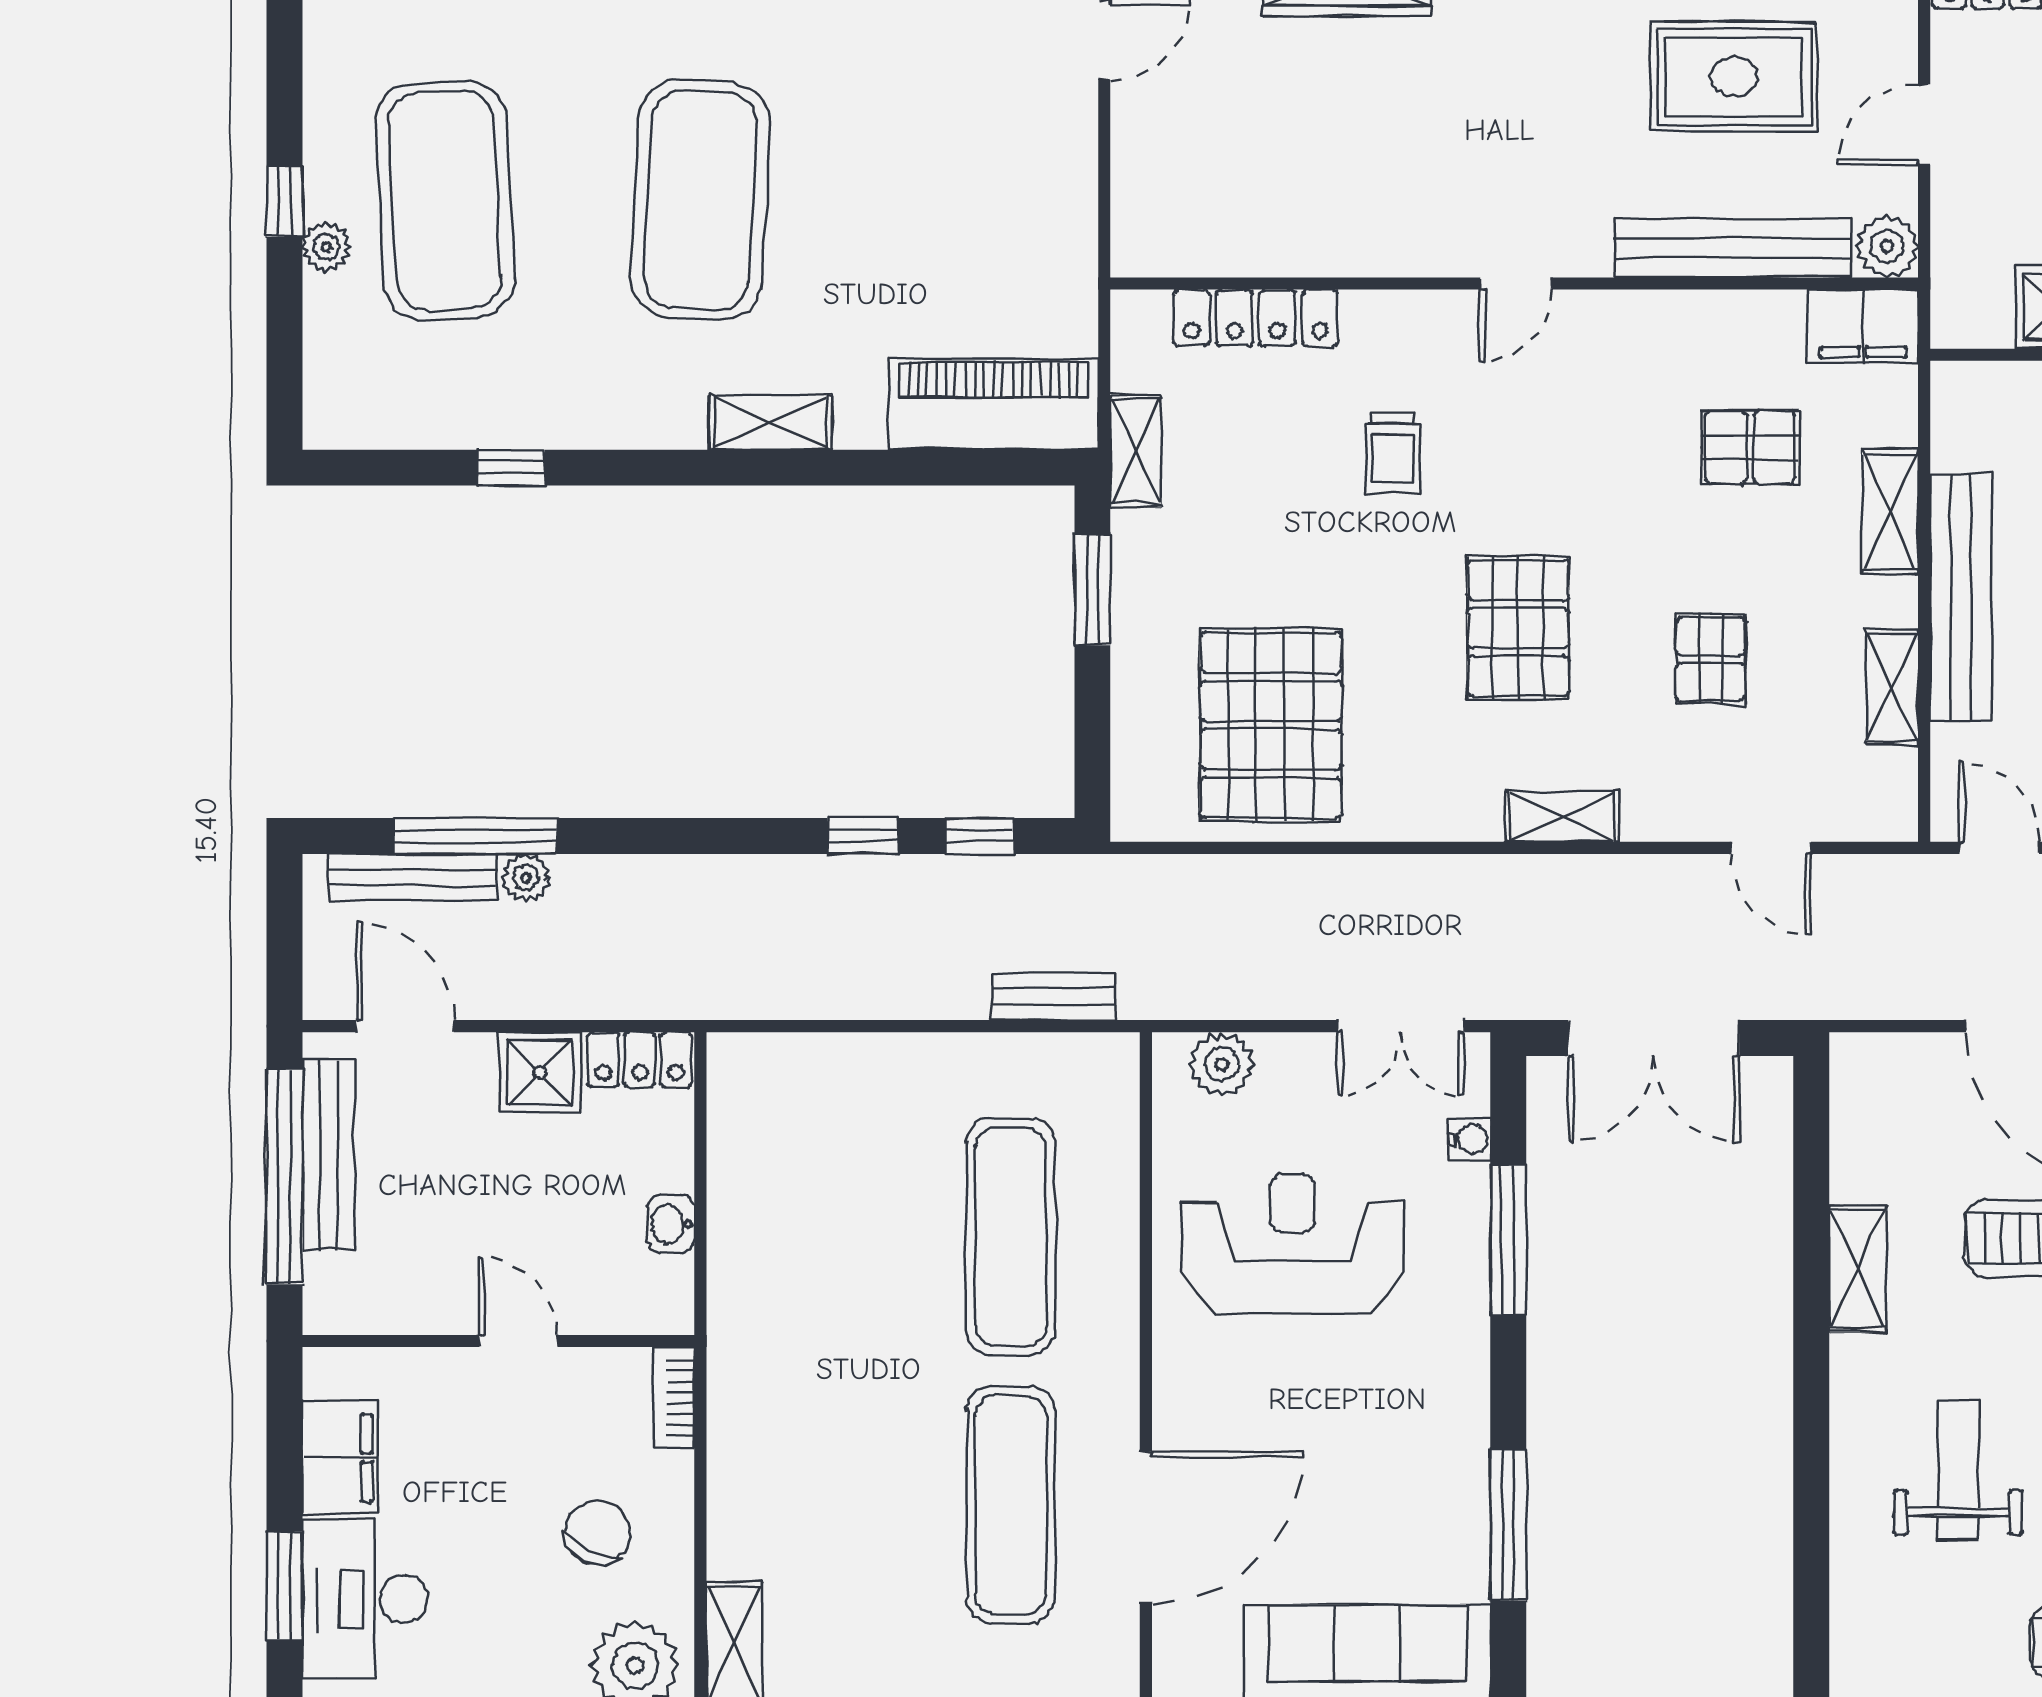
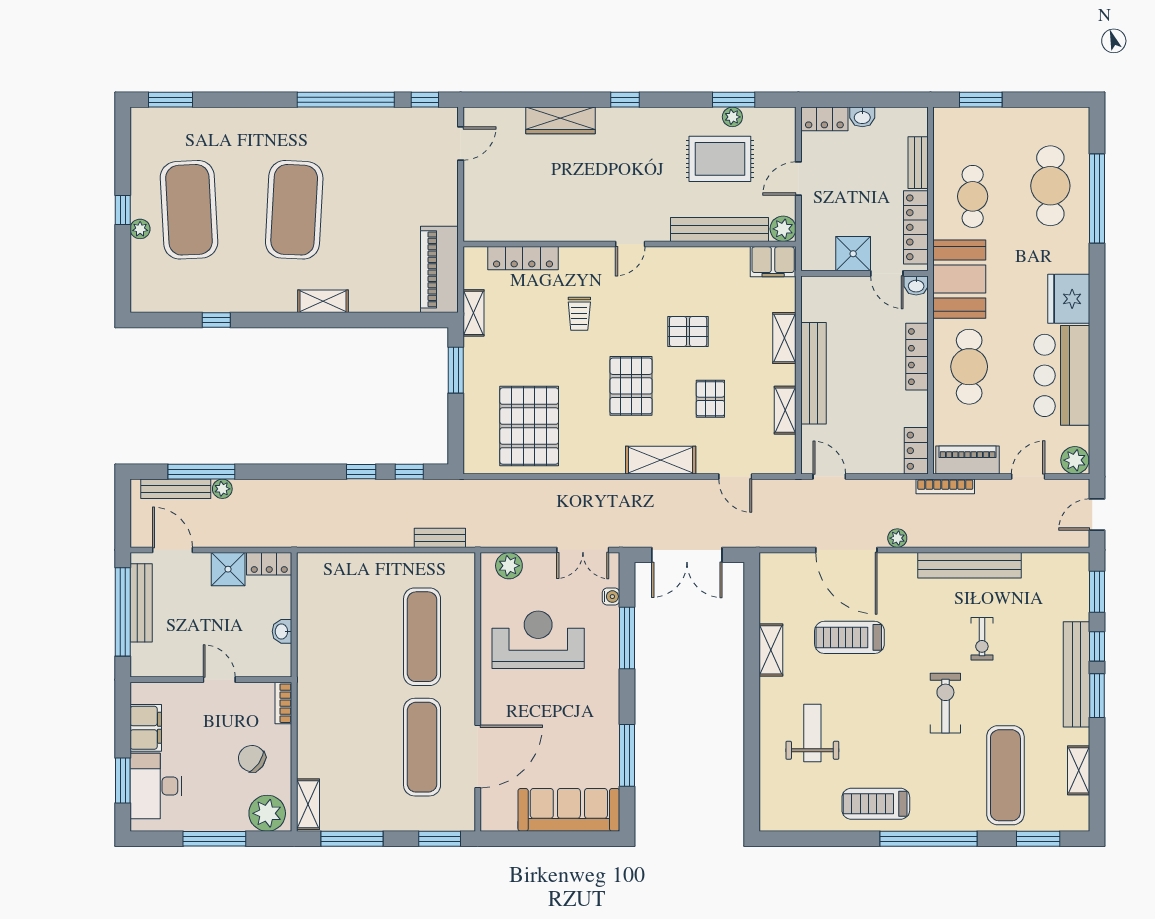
piano: (994, 404) -> (439, 269), moved, turned -90
pallet: (1750, 447) -> (688, 331), moved
shelving: (1562, 817) -> (661, 460), width x1.50, depth x1.33
chair: (598, 1532) -> (252, 759), turned -82

